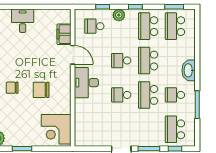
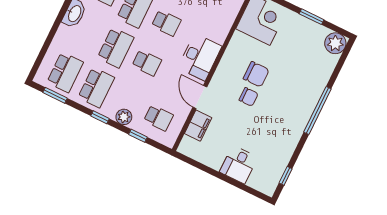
chair: (12, 88) -> (249, 97), moved

